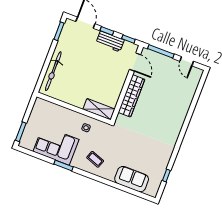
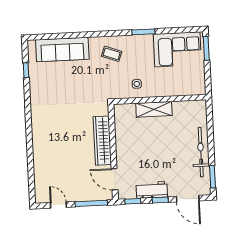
bicycle: (53, 71) -> (201, 152), moved
shelving: (99, 109) -> (154, 109), moved
corner sofa: (56, 145) -> (177, 49), moved
sofa: (132, 179) -> (62, 49), width x1.36

